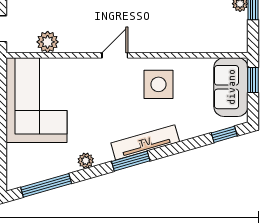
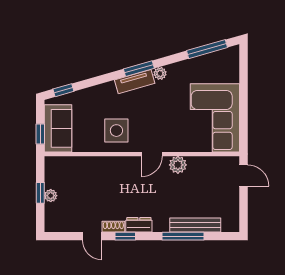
plant: (48, 42) -> (178, 165), moved
tv unit: (145, 142) -> (135, 82), width x0.71
plant: (86, 161) -> (160, 73), moved

